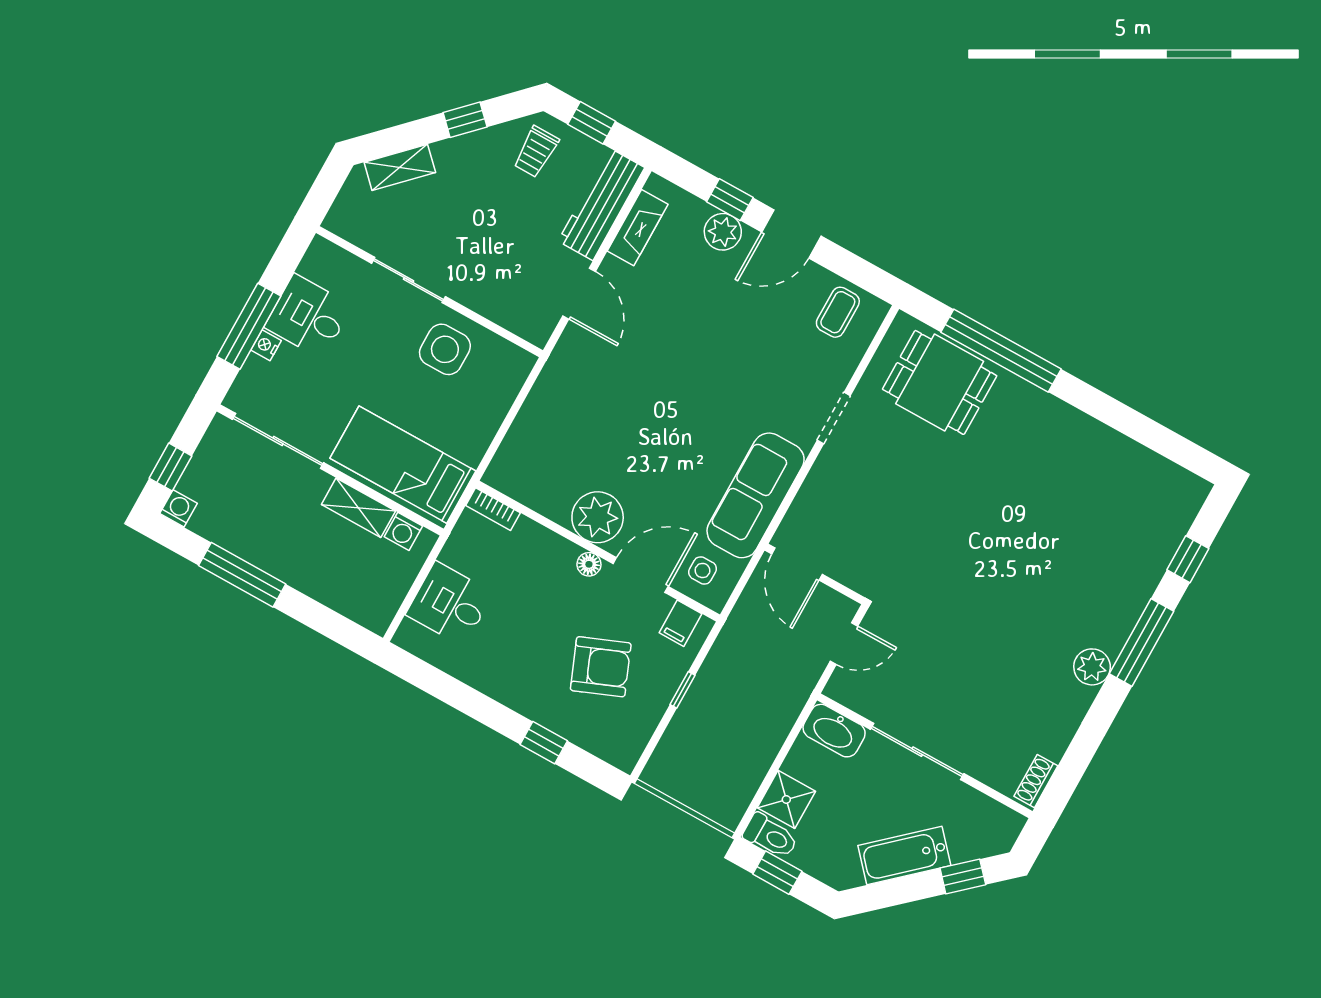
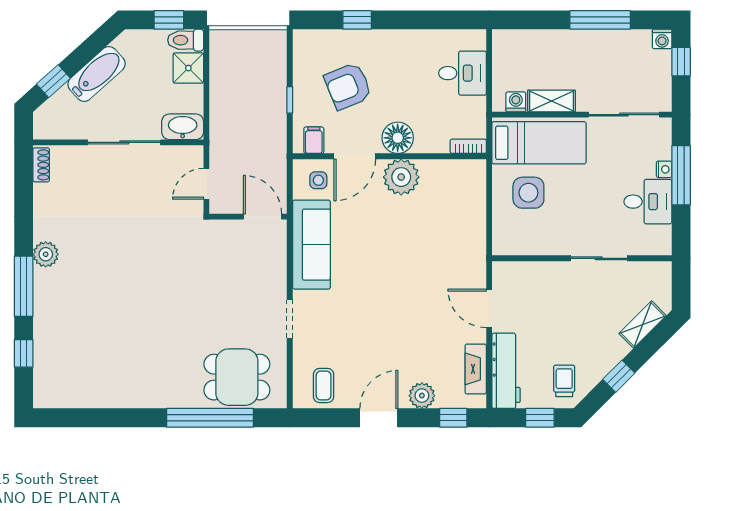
window: (730, 200) -> (453, 418), moved
side table: (445, 349) -> (528, 193), moved
floor lamp: (589, 564) -> (398, 138), width x1.89, depth x1.89

